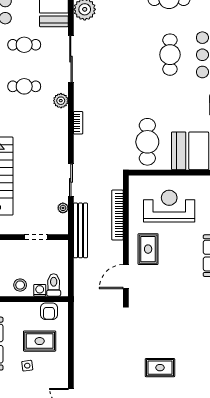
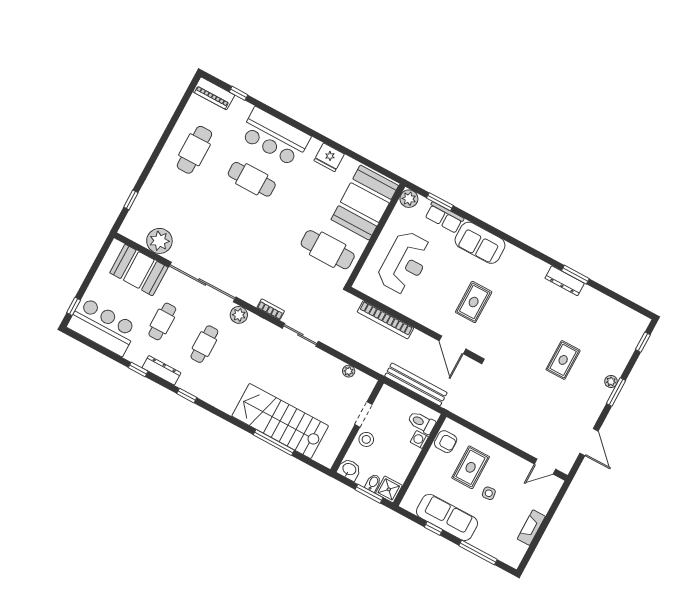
sliding door: (71, 59) -> (202, 282), width x1.36
sliding door: (71, 180) -> (300, 335), moved
reception desk: (169, 206) -> (405, 263), turned 180
bench: (81, 230) -> (416, 384), moved
rug: (148, 249) -> (474, 302), moved, turned 90
stool: (20, 285) -> (366, 439), moved

